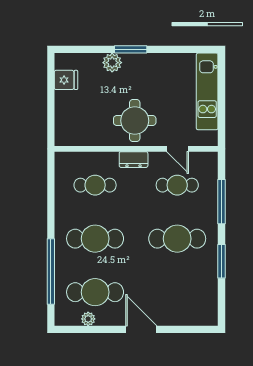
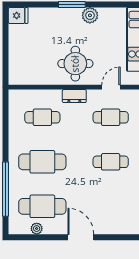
plant: (112, 63) -> (90, 15), moved
fridge: (66, 80) -> (18, 16), moved
door: (178, 149) -> (111, 87), swing flipped
cafe table: (177, 239) -> (111, 162), width x0.73, depth x0.74

